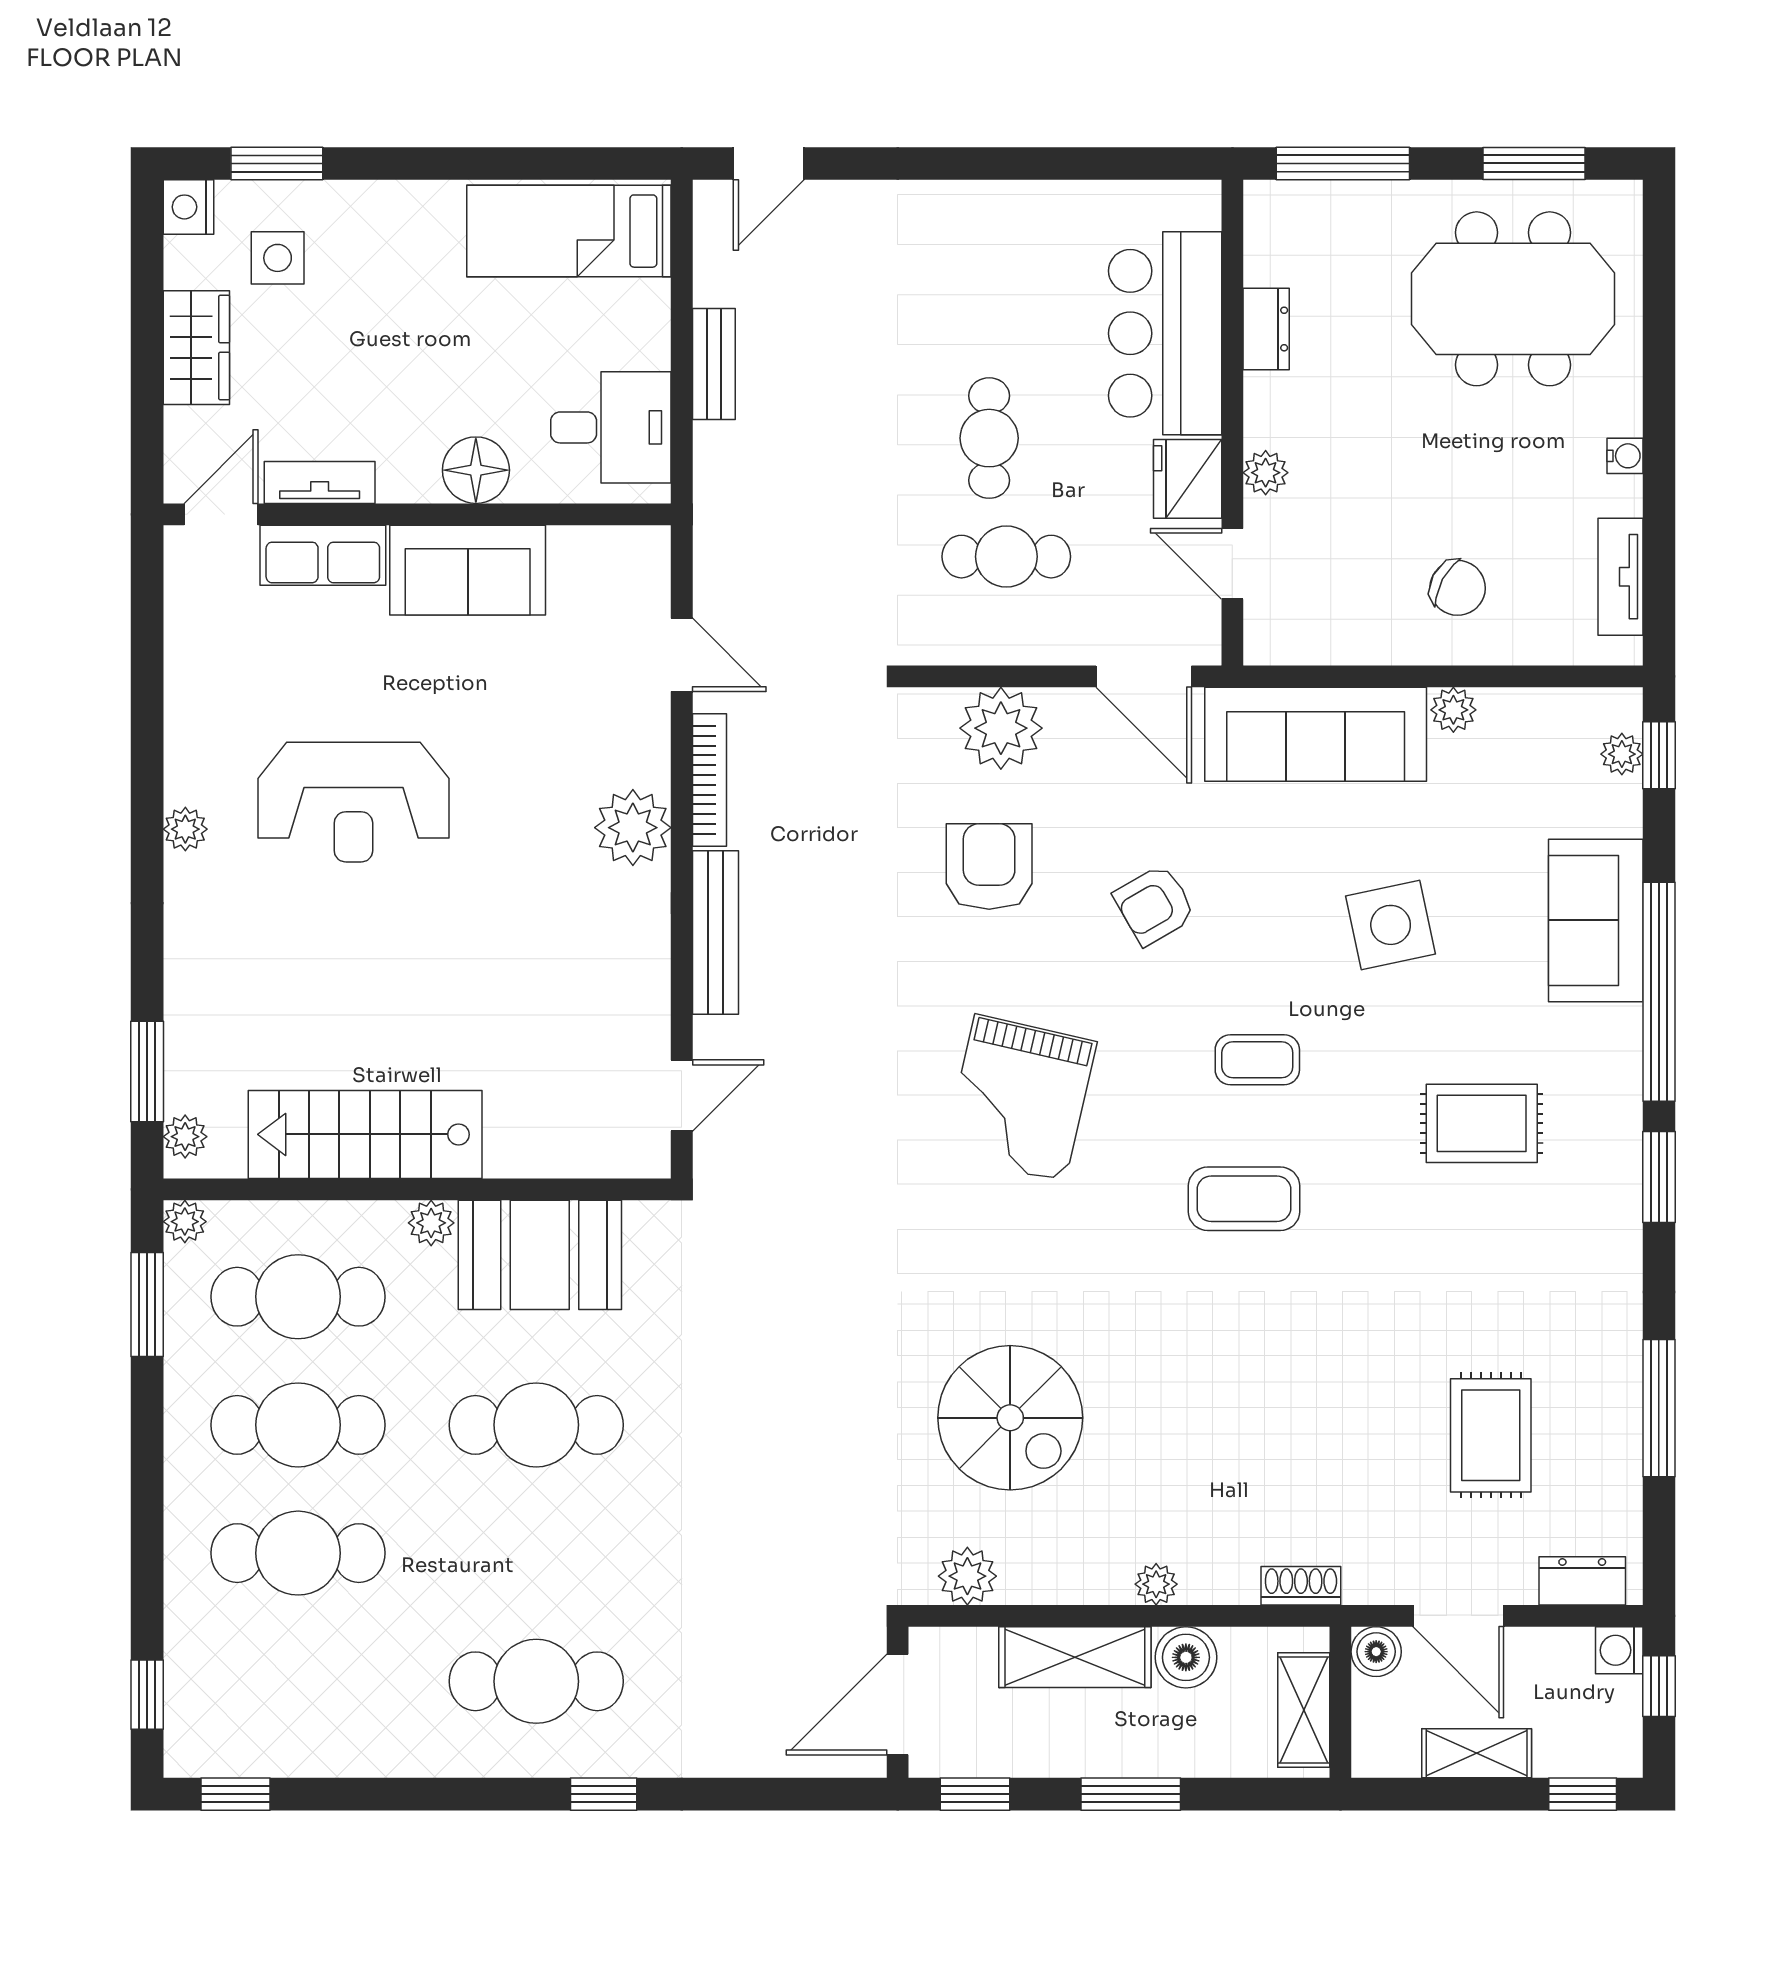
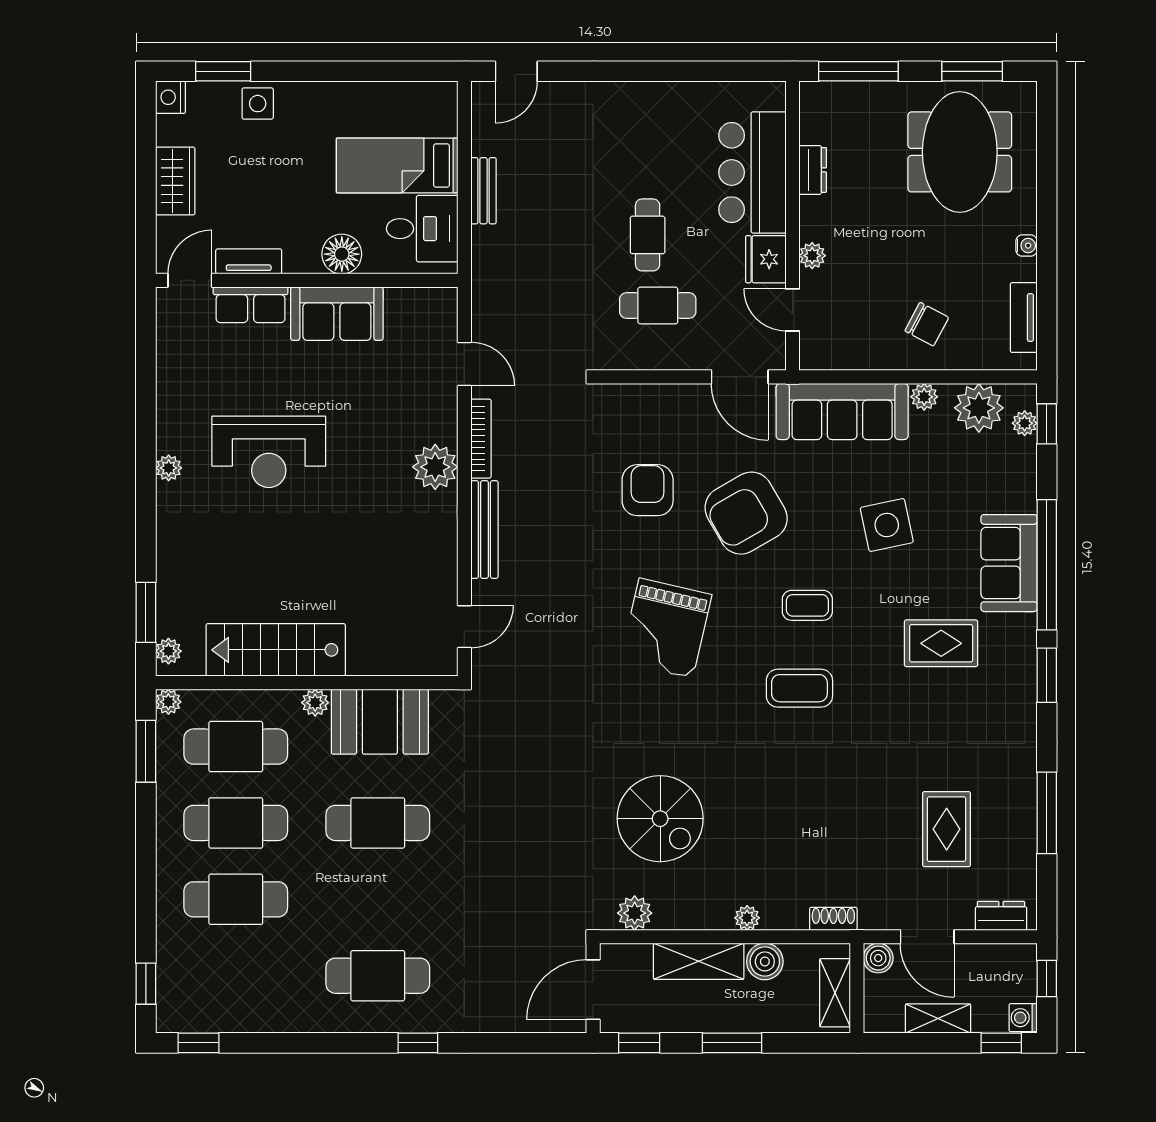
bed: (569, 231) -> (397, 165), moved
side table: (278, 258) -> (258, 104), moved
meeting table: (1513, 299) -> (960, 152), turned 90
plant: (1001, 728) -> (979, 408), moved
armchair: (1155, 905) -> (746, 513), width x1.88, depth x1.88
sofa: (1596, 920) -> (1009, 563), moved
washing machine: (1619, 1650) -> (1023, 1018), moved

